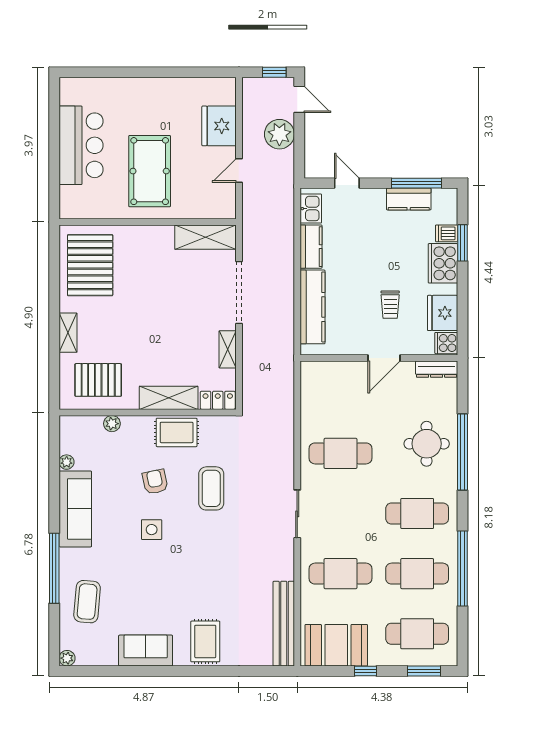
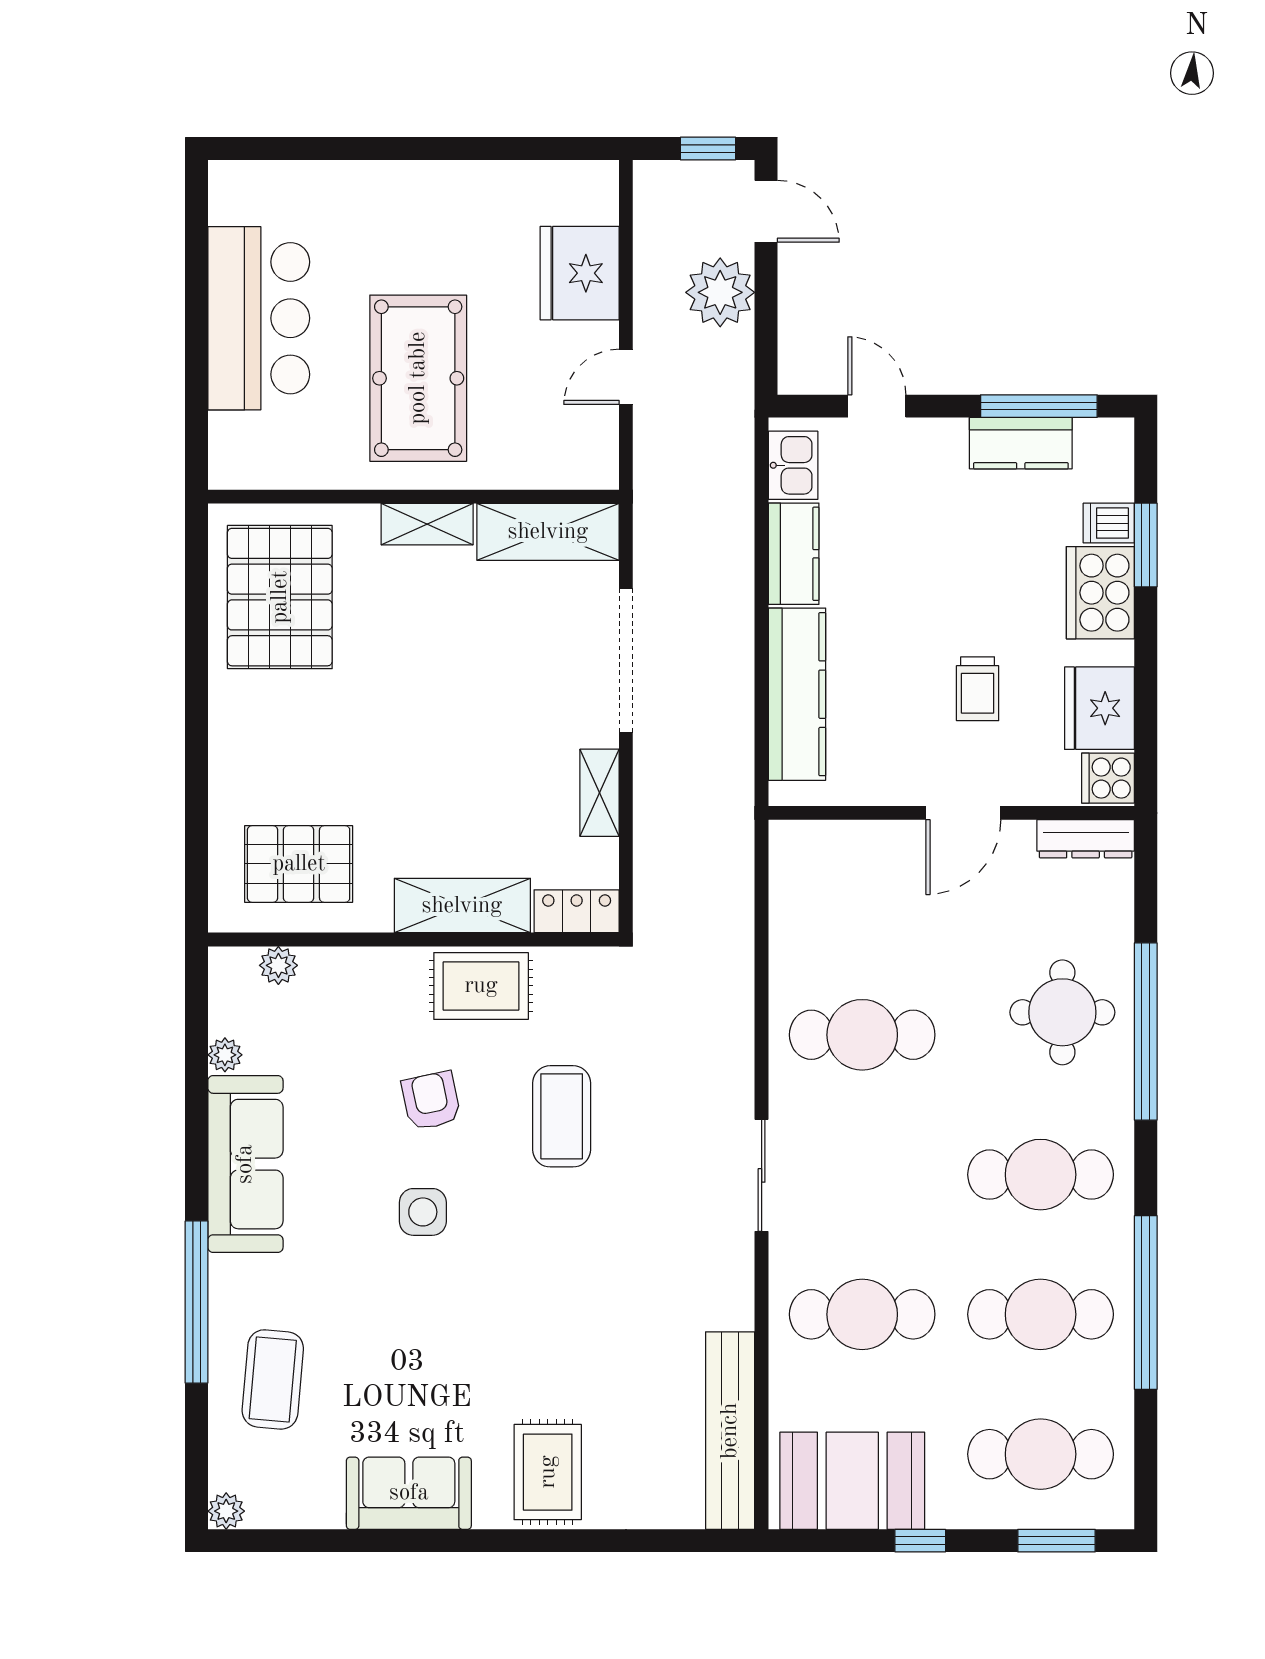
shelving: (68, 333) -> (427, 524), moved, turned 90
plant: (112, 424) -> (278, 965), moved

